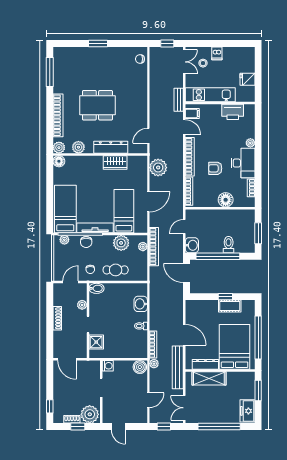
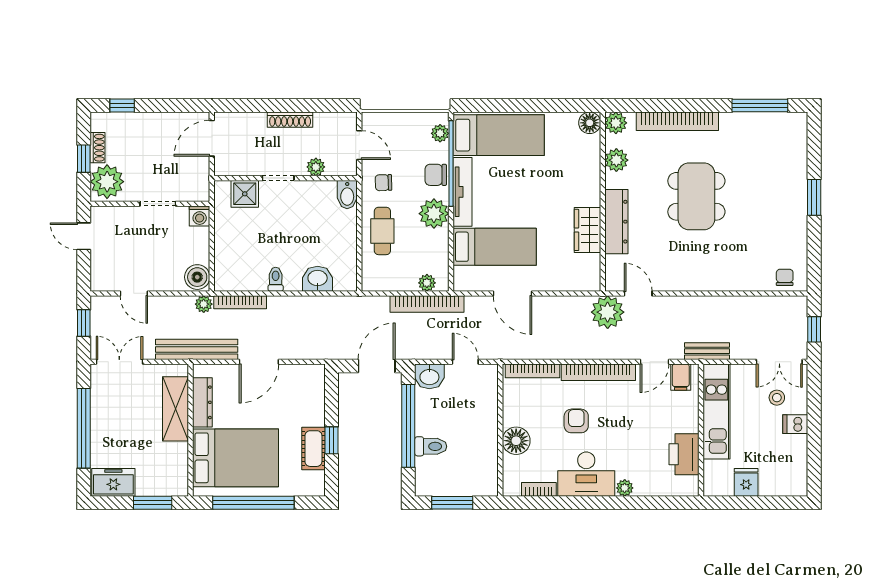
plant: (158, 168) -> (608, 312), moved
plant: (121, 243) -> (434, 214), moved
door: (118, 427) -> (84, 236), hinge flipped

